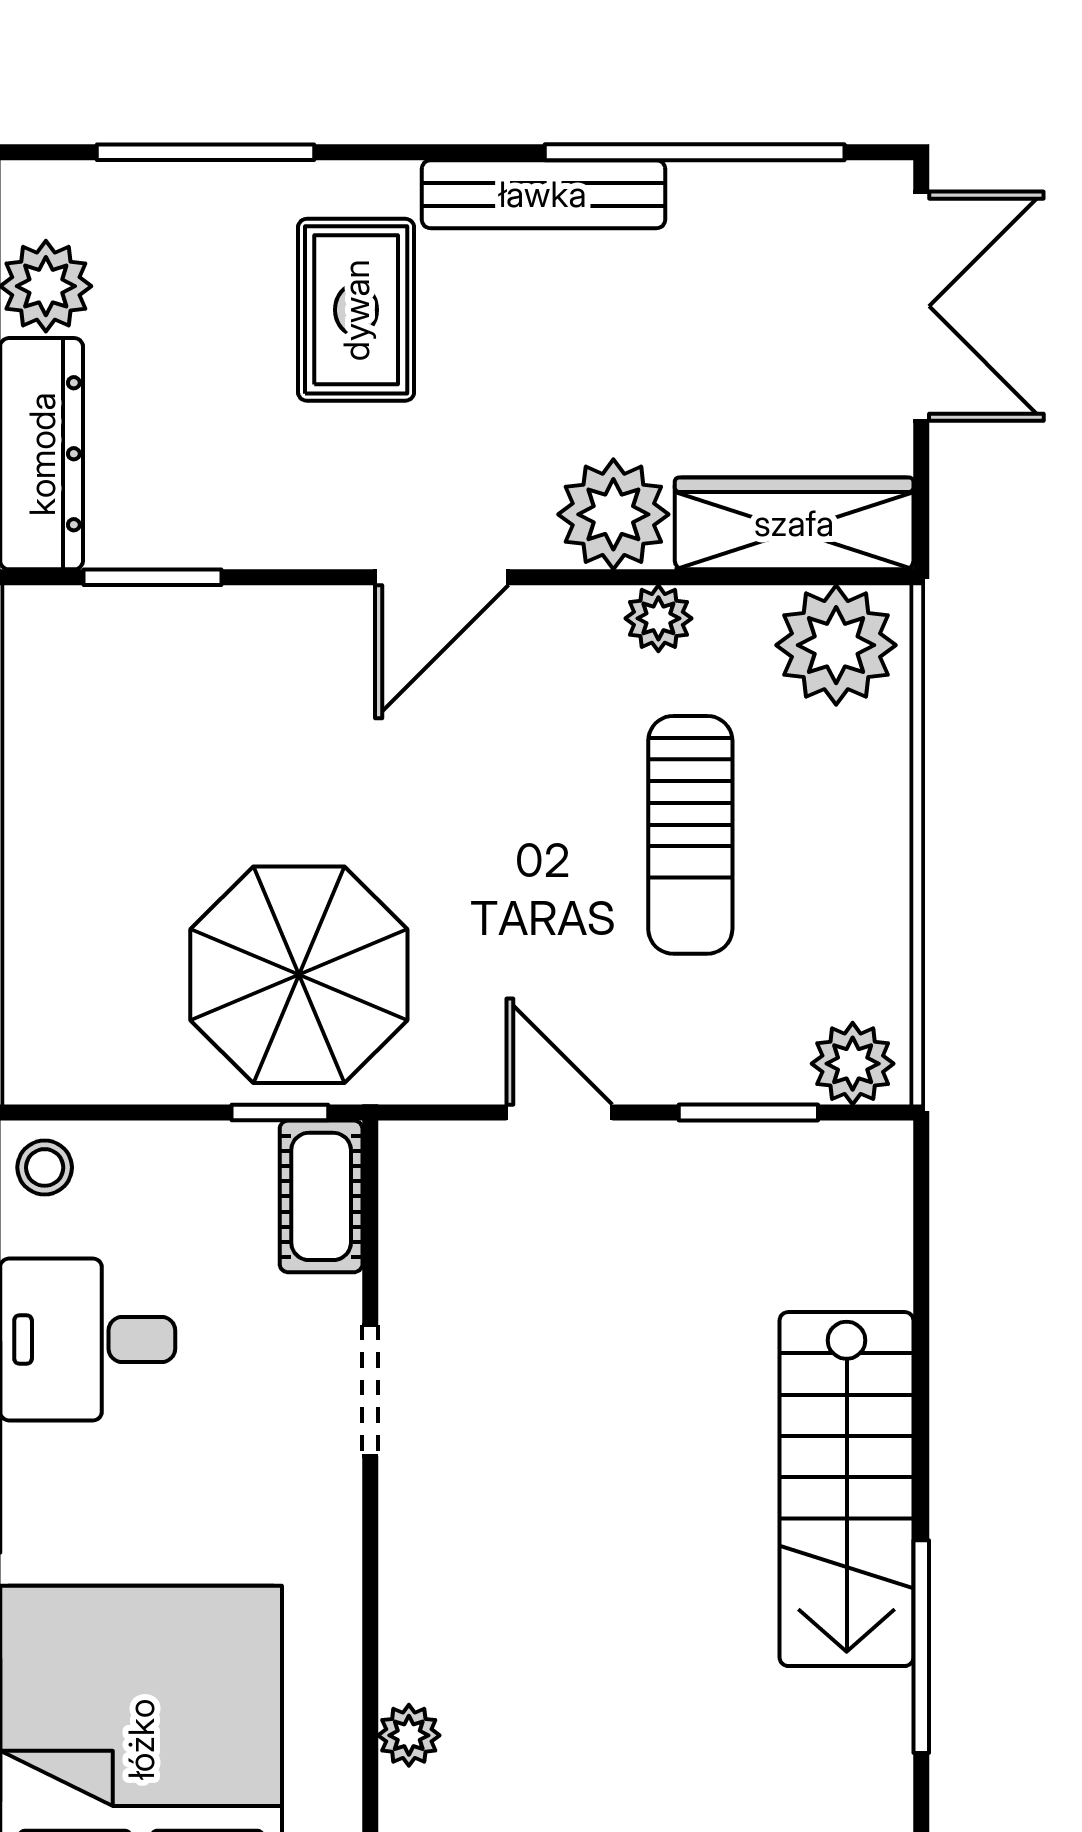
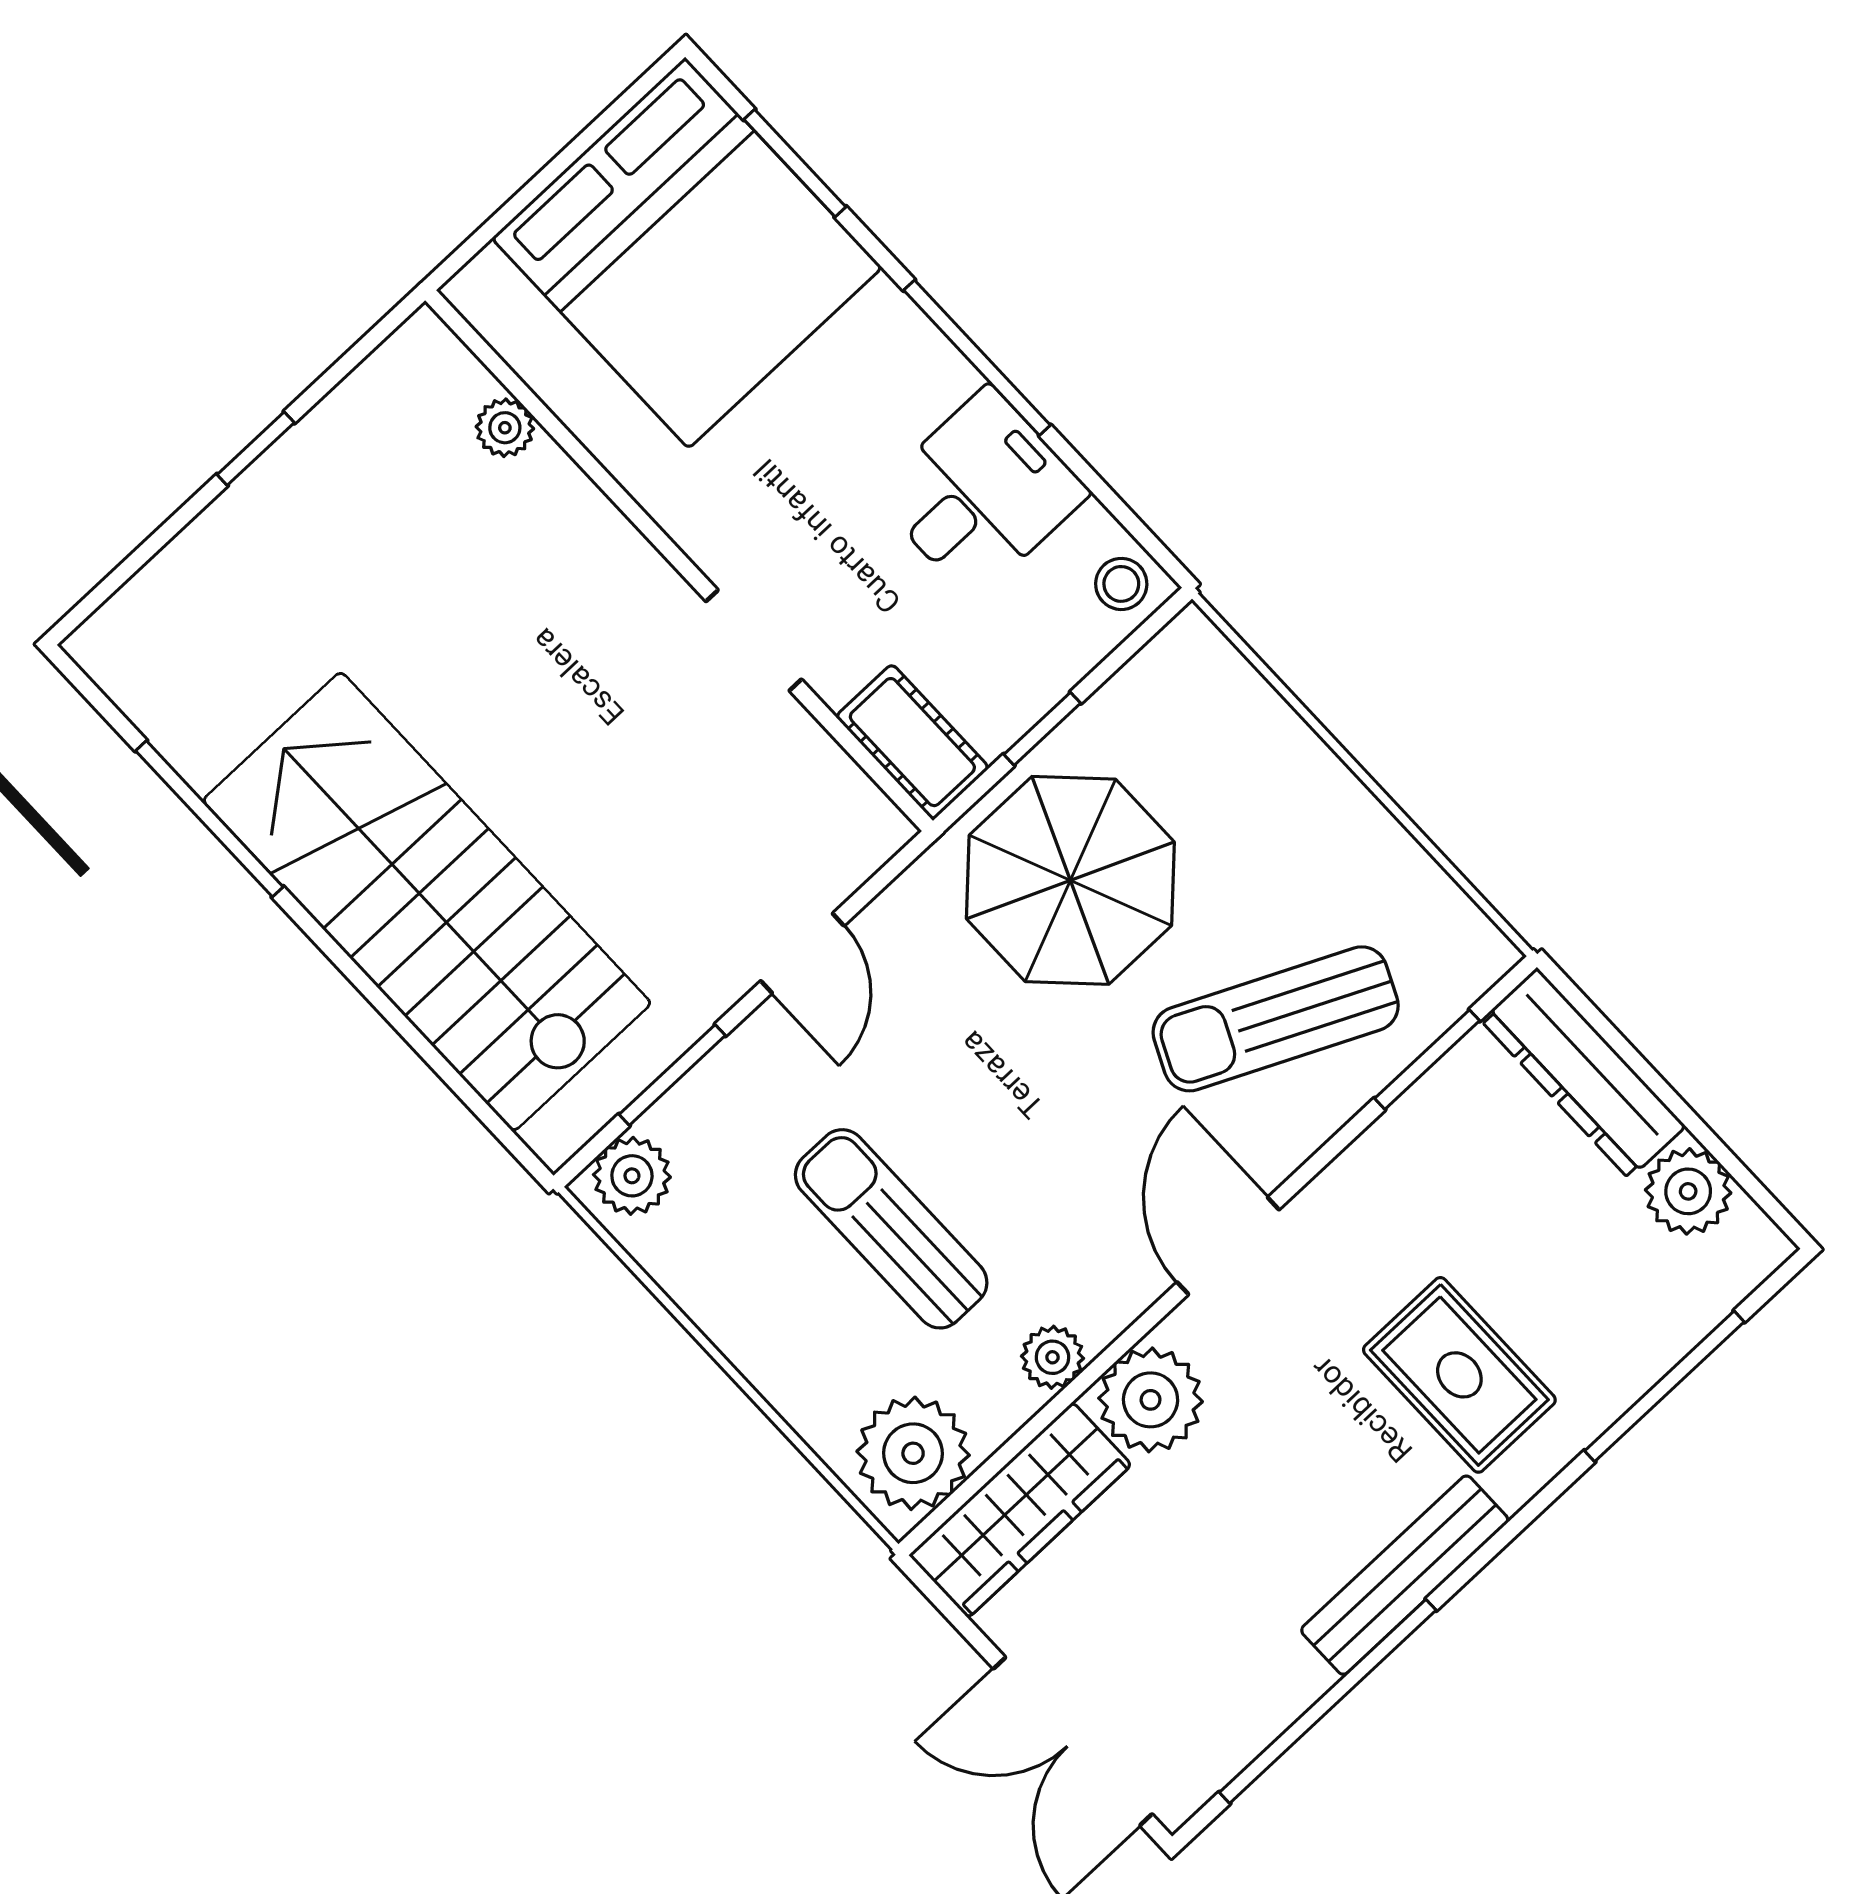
sun lounger: (240, 719) -> (1276, 1019), added
window: (280, 1113) -> (1042, 729), moved
door: (559, 1113) -> (802, 953), hinge flipped
stairs: (847, 1489) -> (427, 902), width x1.36, depth x1.51

